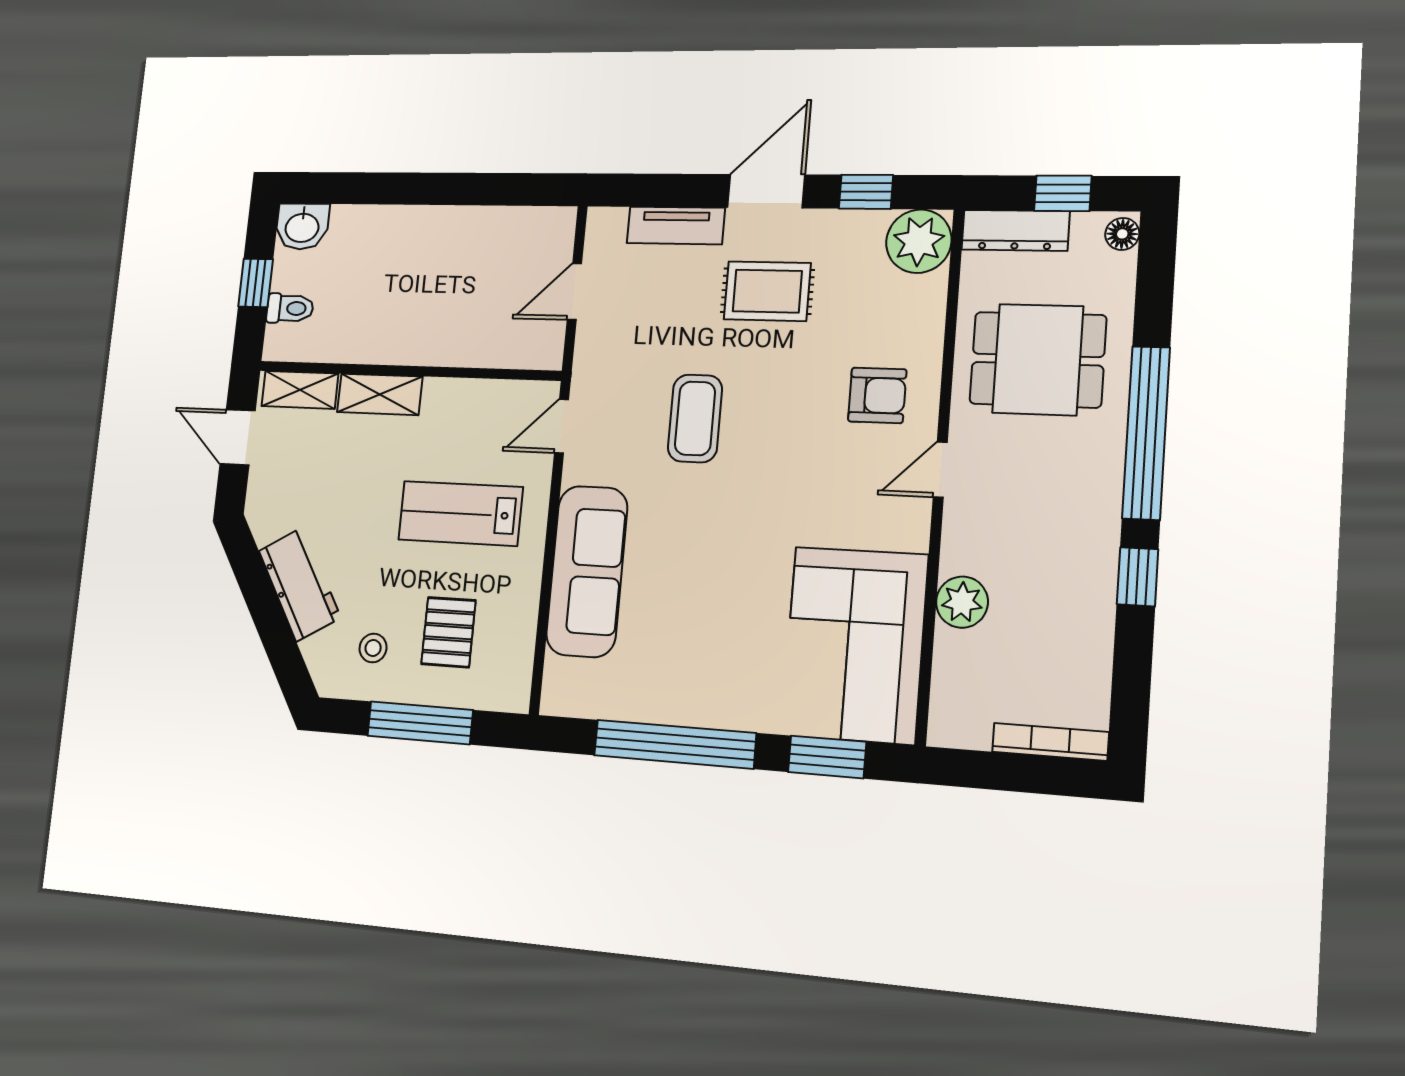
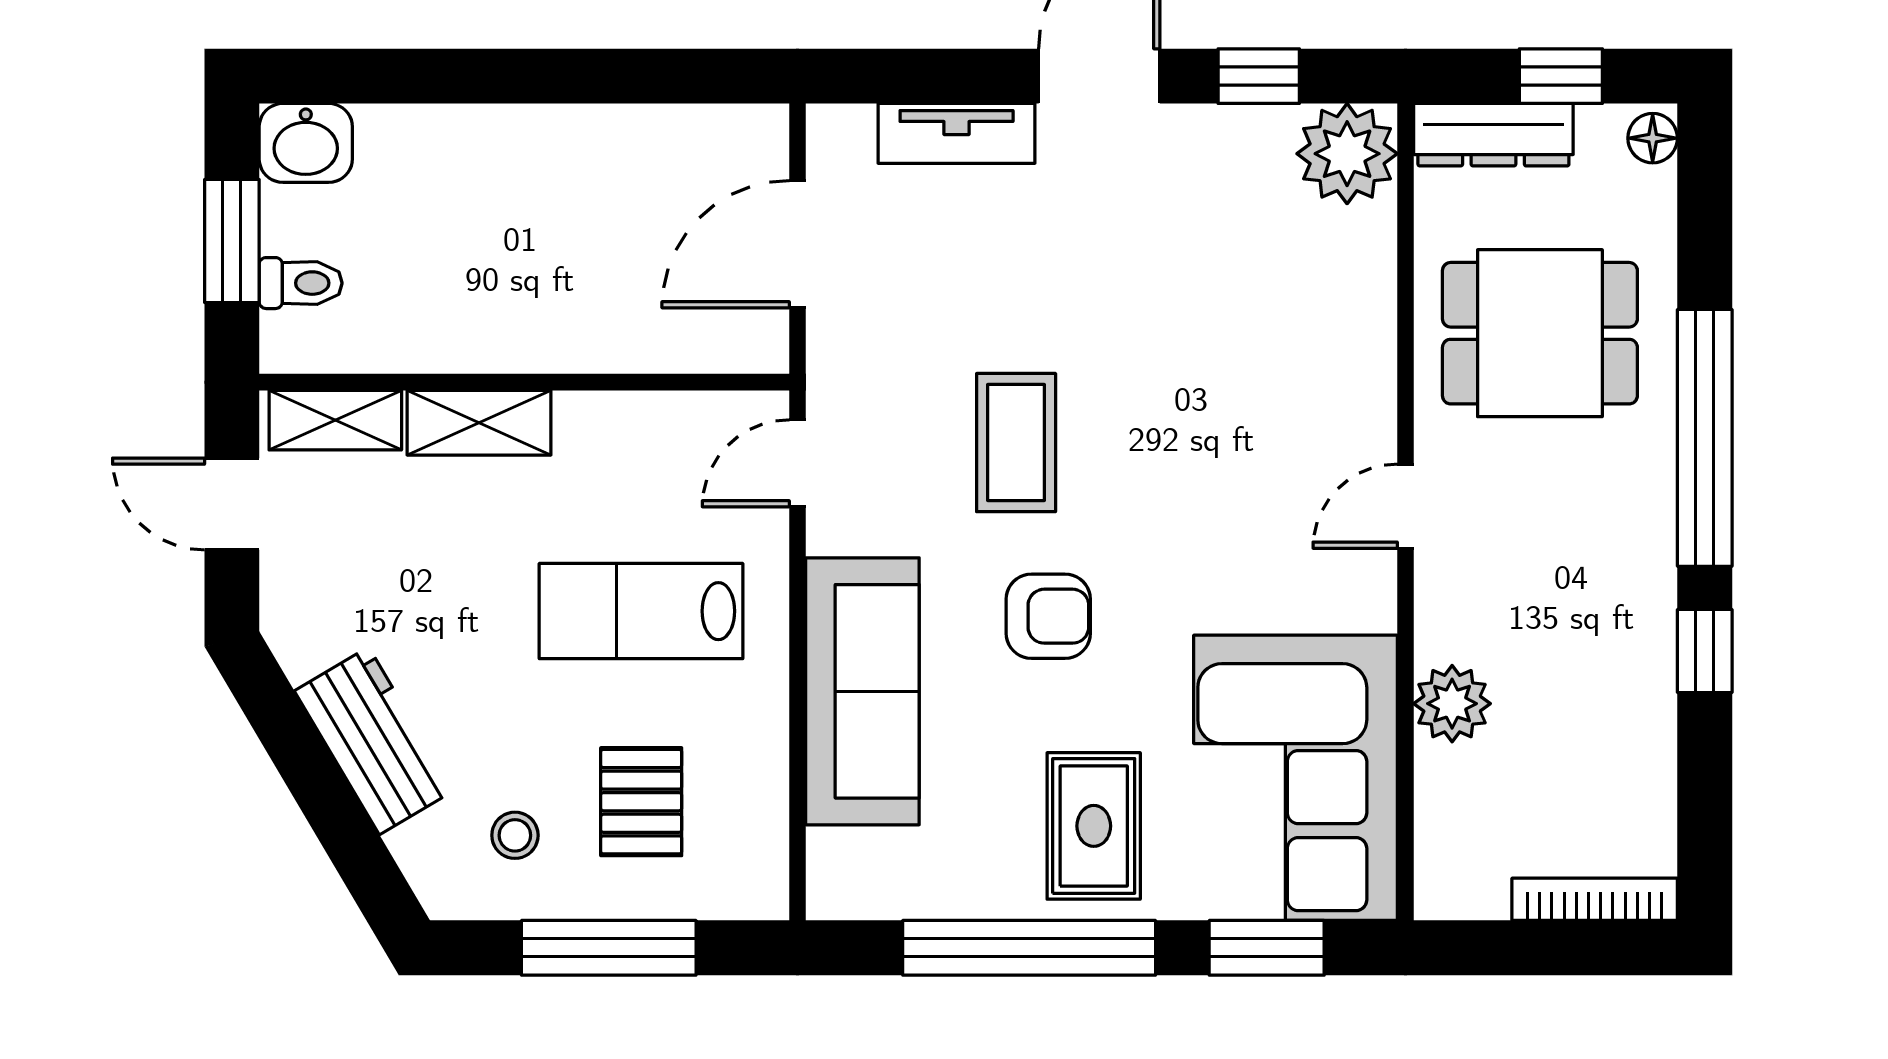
window: (256, 283) -> (232, 241), width x1.50
rug: (767, 291) -> (1094, 826), moved, turned 90
door: (574, 292) -> (797, 244), width x1.38
armchair: (877, 395) -> (1048, 616), moved

